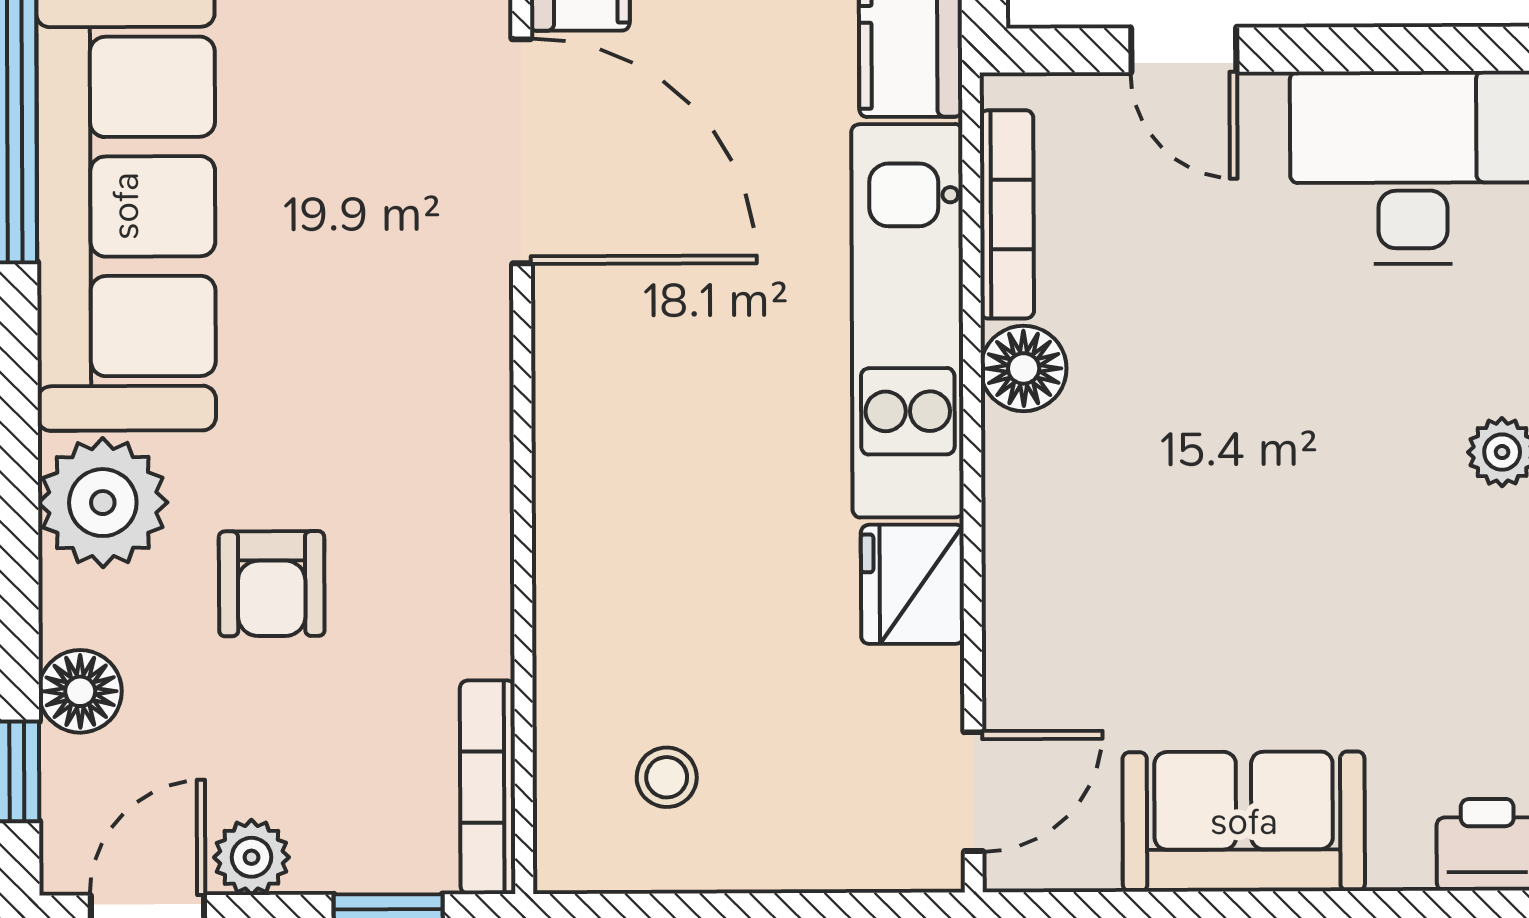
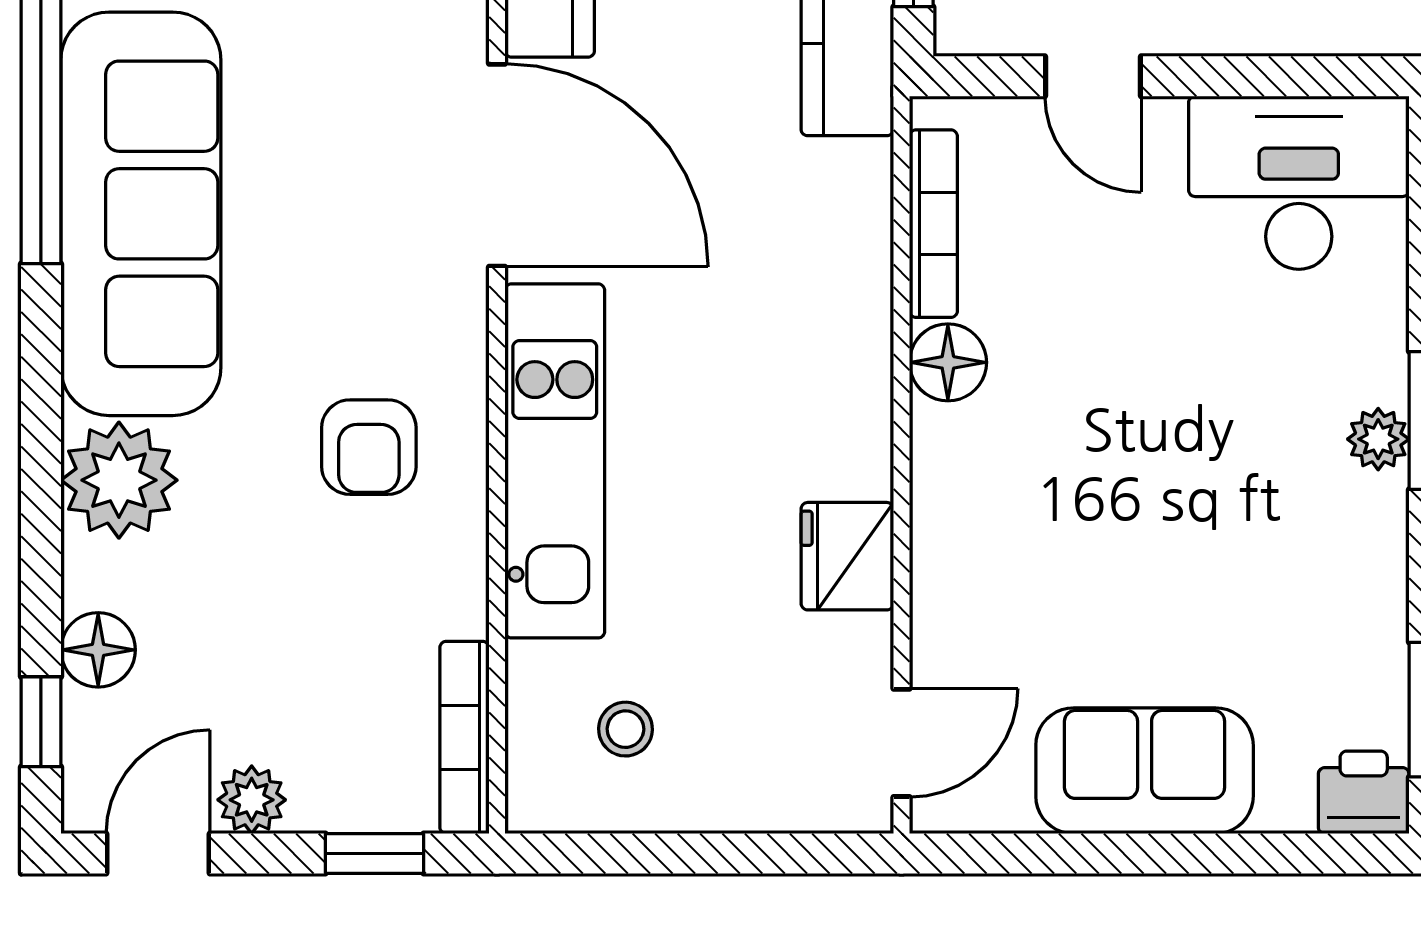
kitchen unit: (908, 321) -> (555, 461), moved, turned 180
armchair: (272, 584) -> (369, 447), moved

